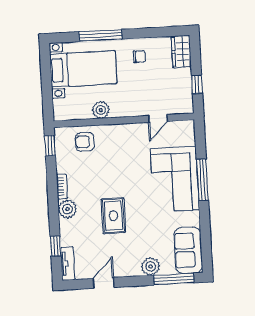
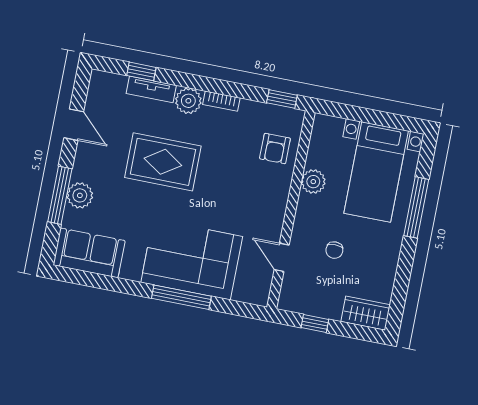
chair: (139, 57) -> (334, 250), moved
armchair: (85, 142) -> (275, 148), turned 180
rug: (113, 216) -> (163, 162), width x1.36, depth x1.43
tv unit: (68, 264) -> (151, 89), moved
window: (174, 279) -> (60, 195), moved

